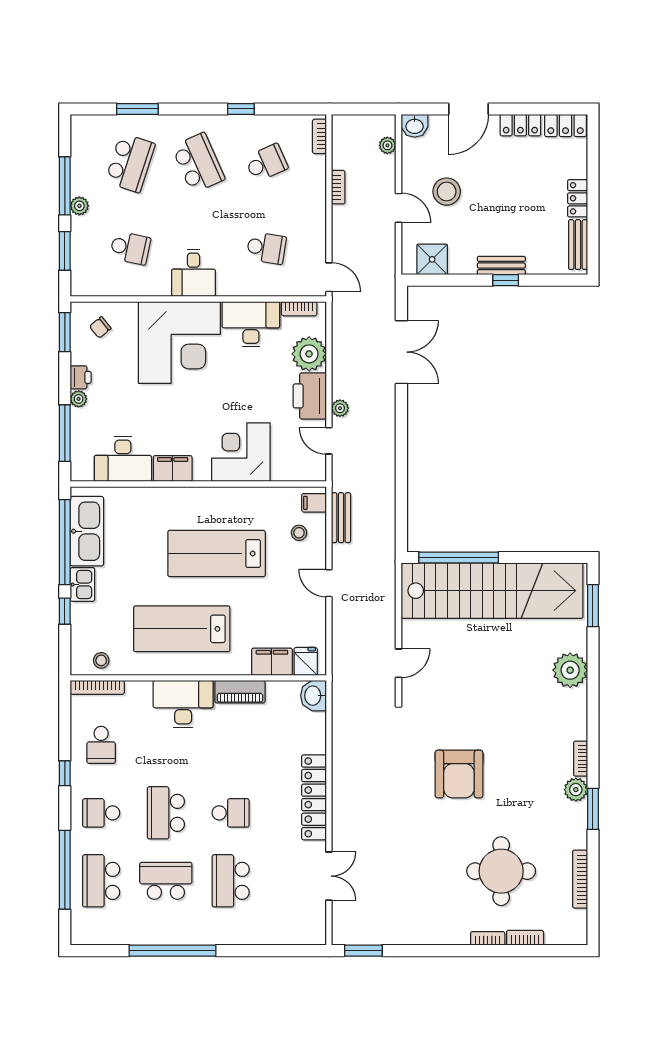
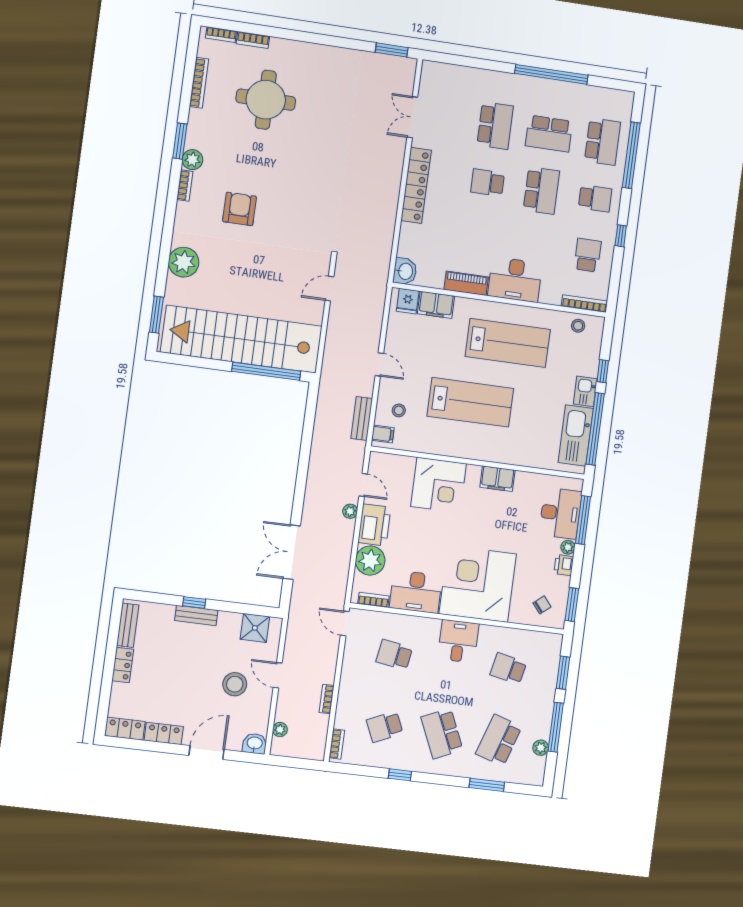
plant: (79, 206) -> (541, 748), moved
desk: (123, 459) -> (560, 513), moved, turned 90
armchair: (459, 774) -> (239, 209), moved, width x0.73, depth x0.73
bookcase: (488, 938) -> (221, 35), moved

